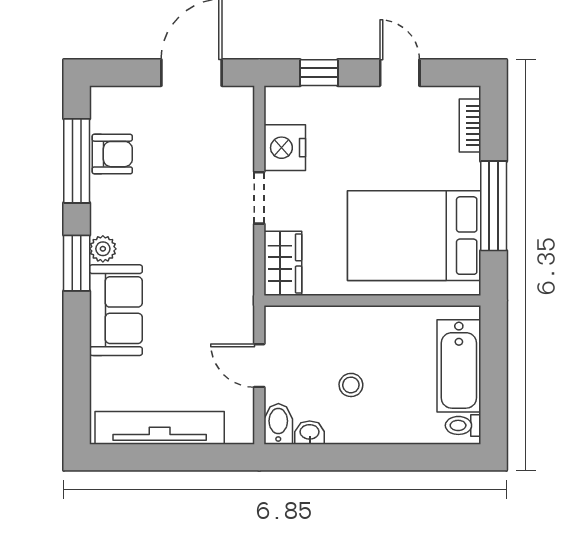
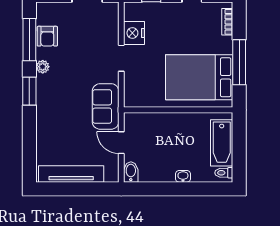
armchair: (112, 154) -> (47, 36), turned 90
plant: (103, 249) -> (43, 67), moved
wardrobe: (283, 263) -> (133, 91), removed
sofa: (116, 310) -> (106, 106), moved, turned 180
stool: (351, 385) -> (167, 152), removed
washbasin: (310, 433) -> (183, 176), moved

